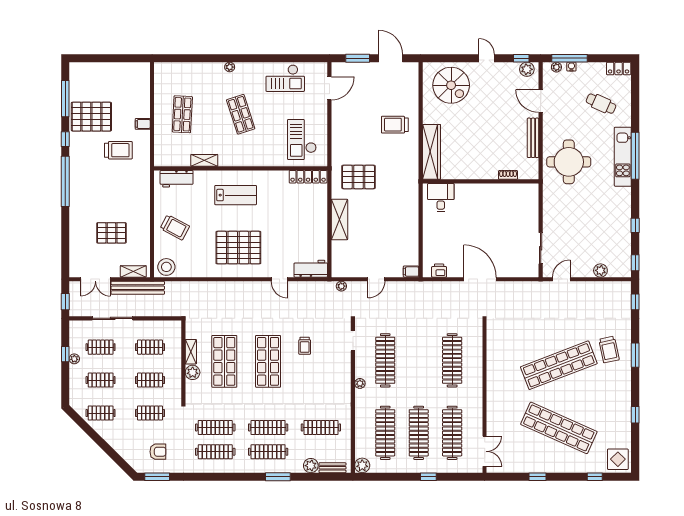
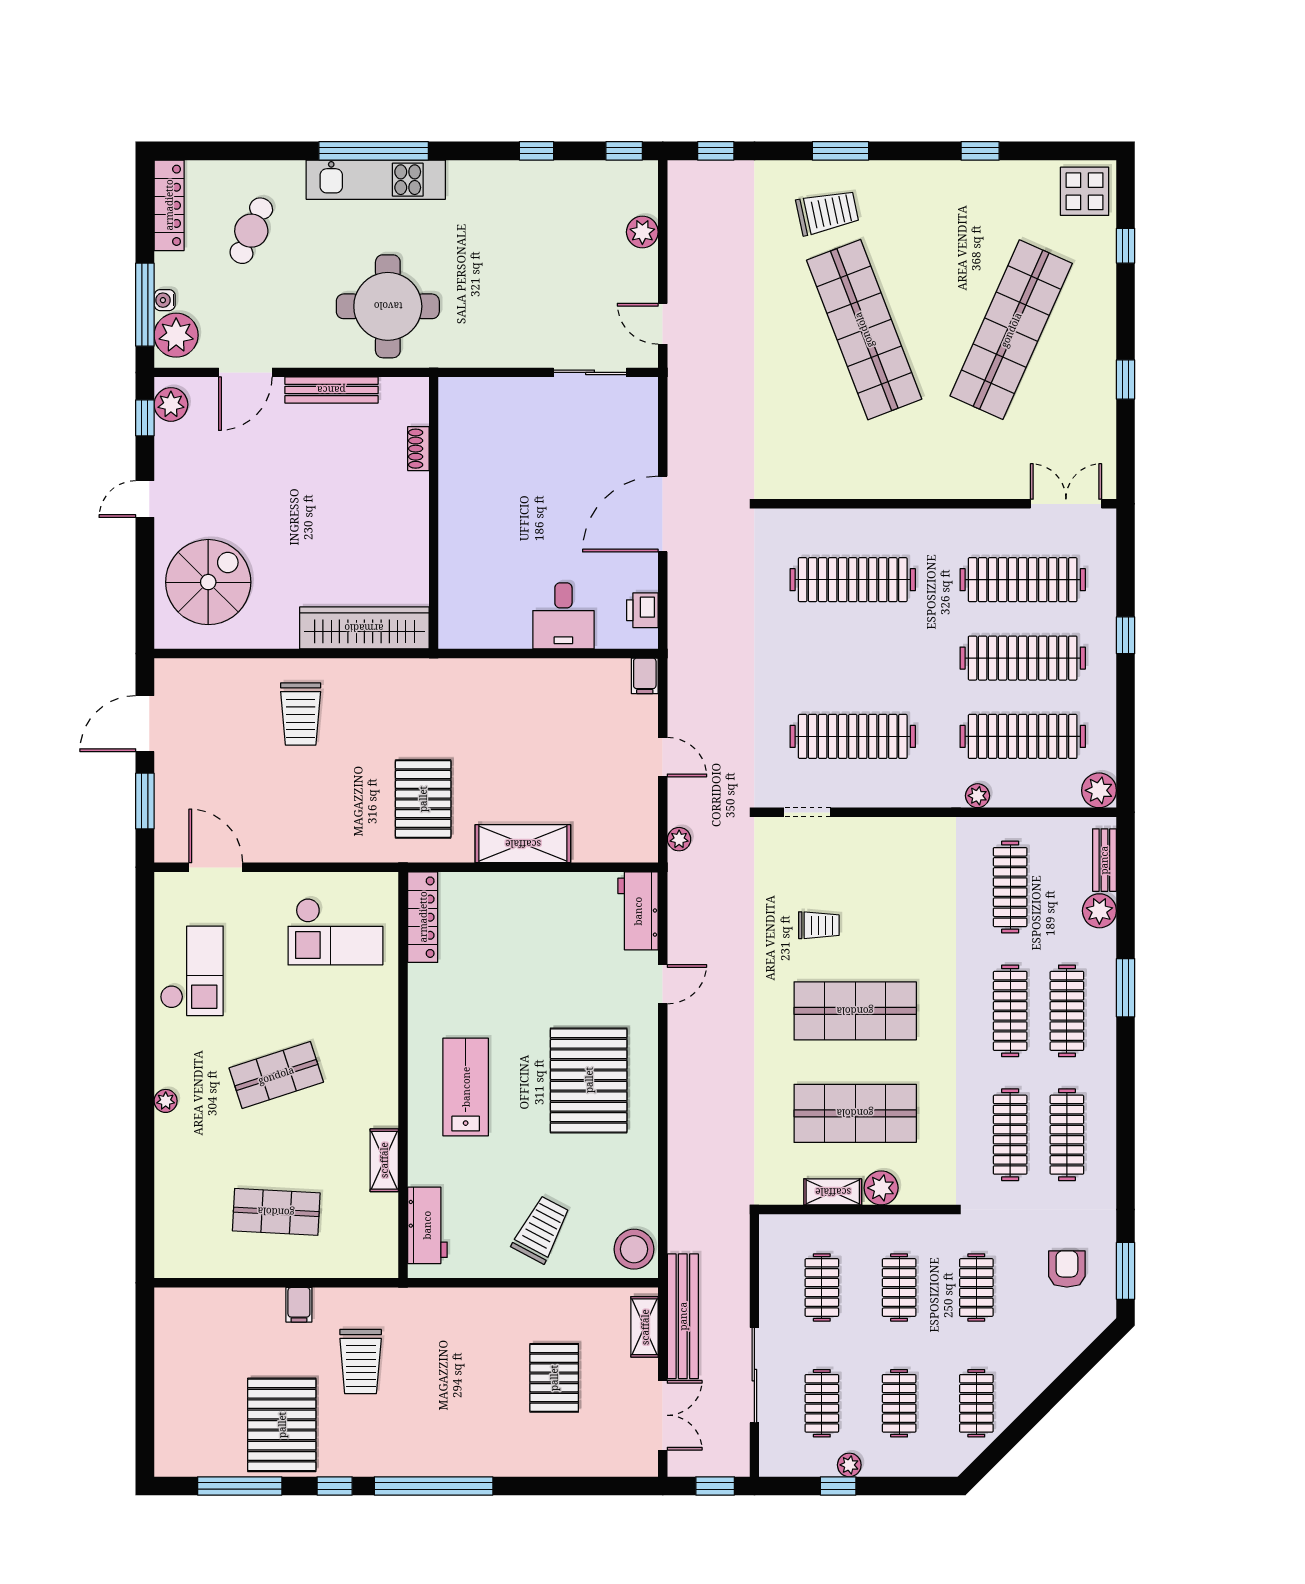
plant: (556, 67) -> (176, 335), width x1.88, depth x1.88
locker: (619, 69) -> (169, 205), width x1.53
trolley: (118, 150) -> (361, 1362), turned 180
desk: (441, 197) -> (563, 616), moved, turned -90
plant: (360, 383) -> (978, 796), moved

